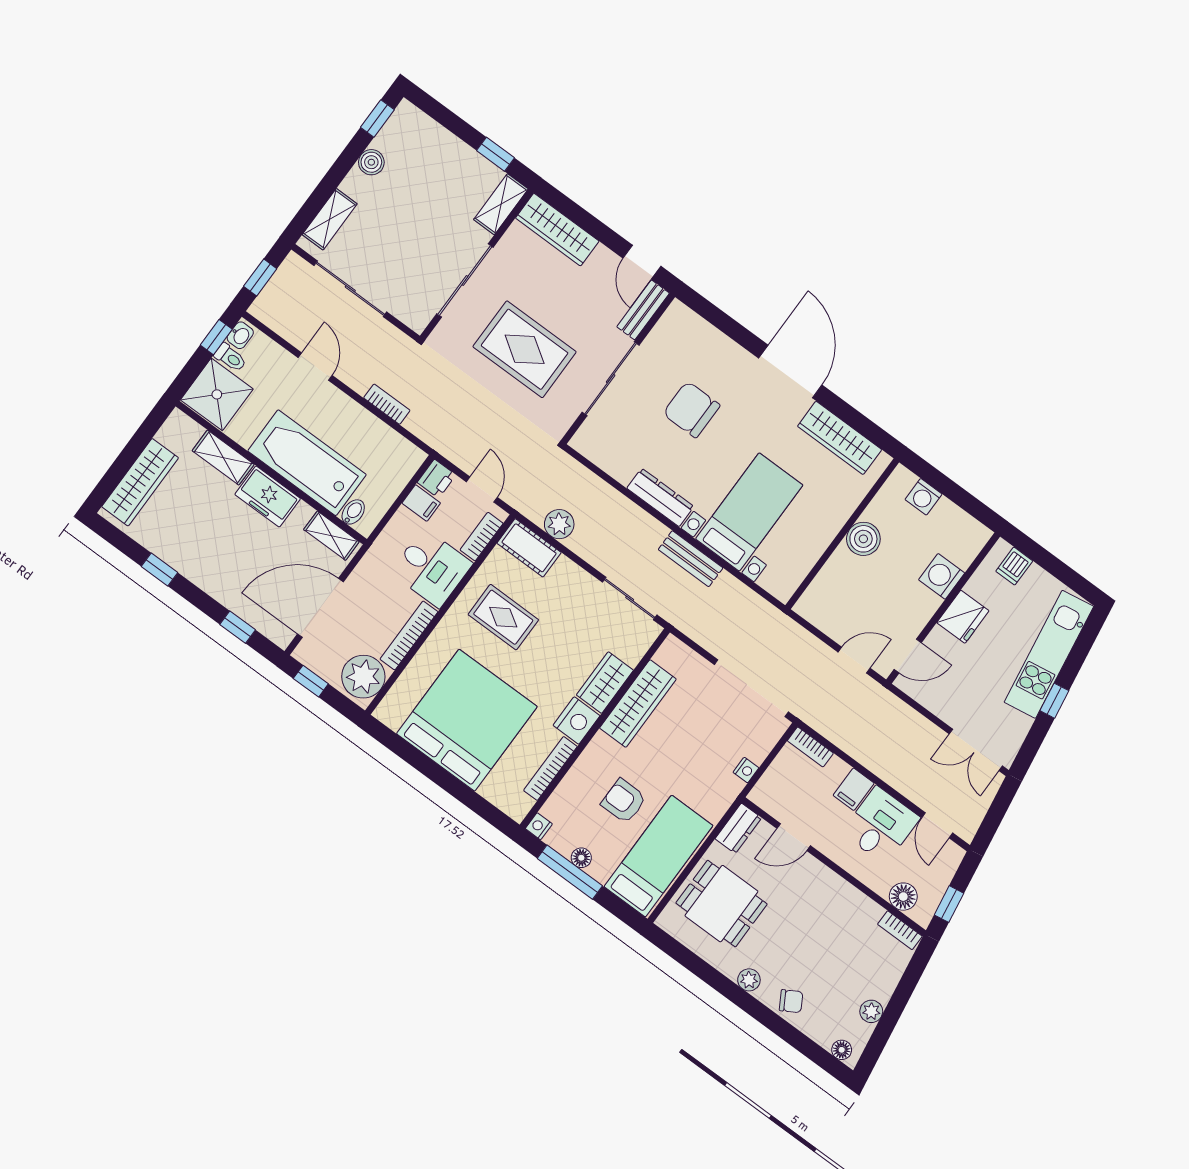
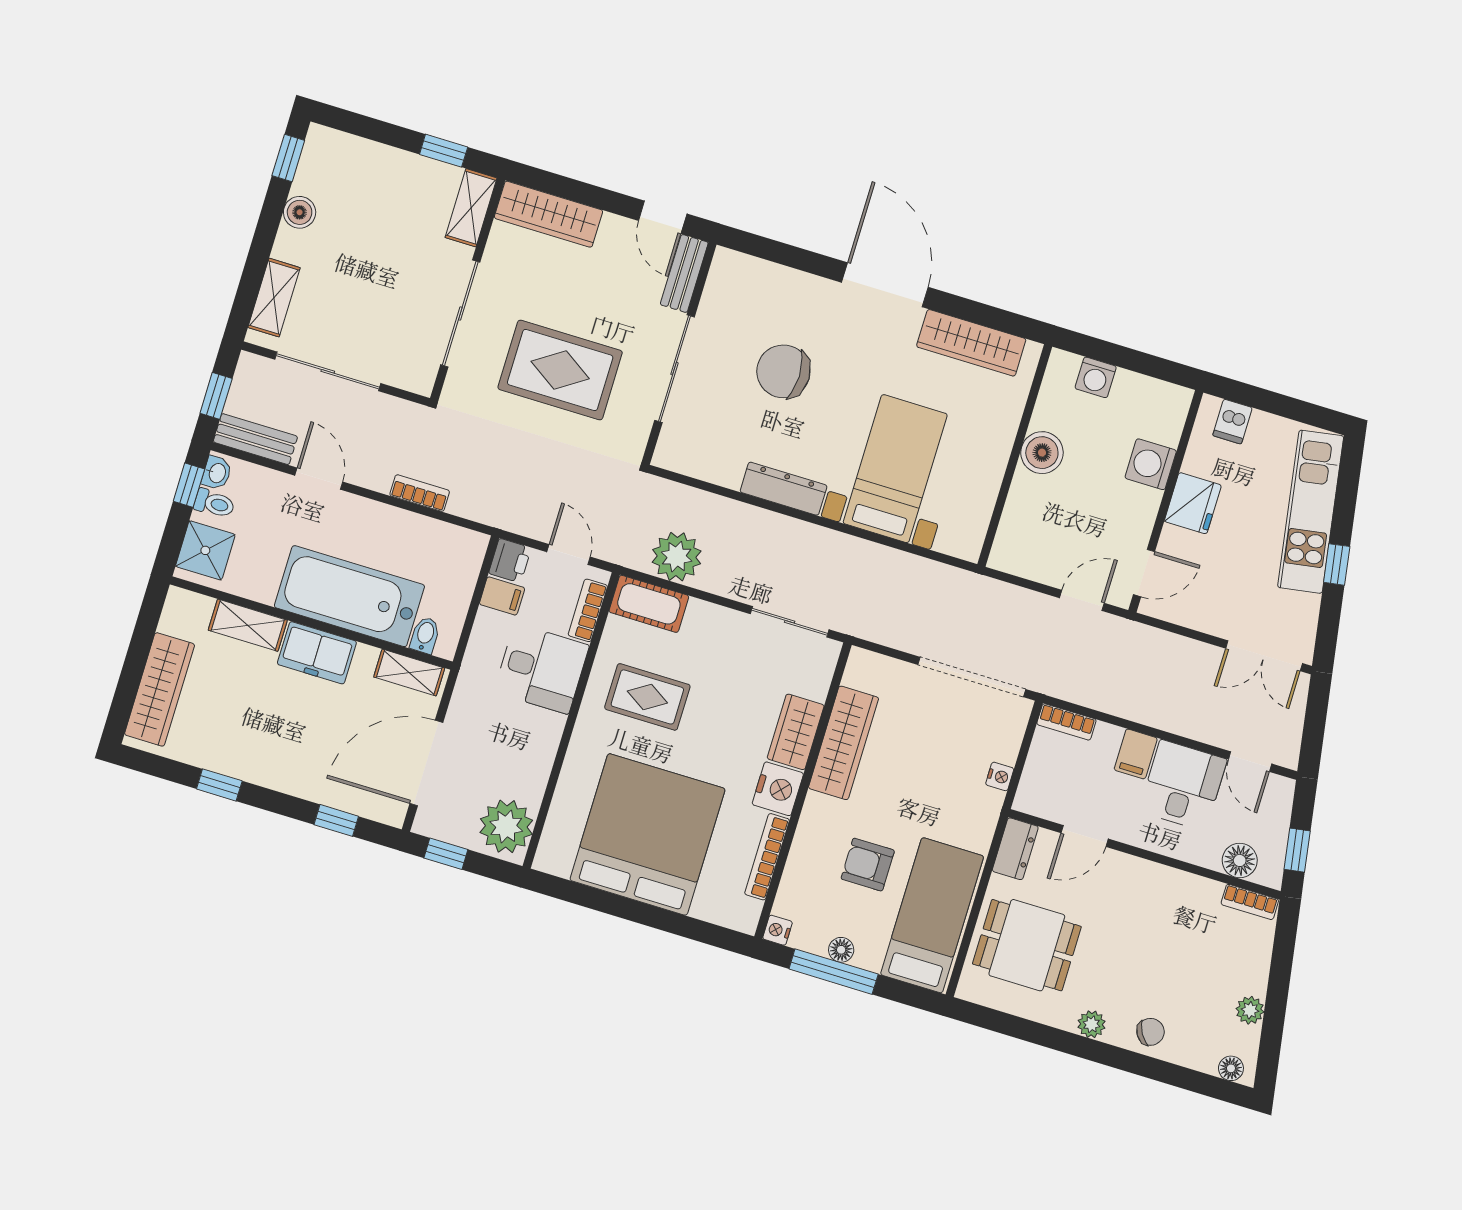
shower: (217, 394) -> (205, 550), width x0.73, depth x0.73
plant: (559, 524) -> (677, 557), width x1.36, depth x1.36
bench: (691, 559) -> (255, 439), moved
bookcase: (409, 635) -> (543, 758), removed

